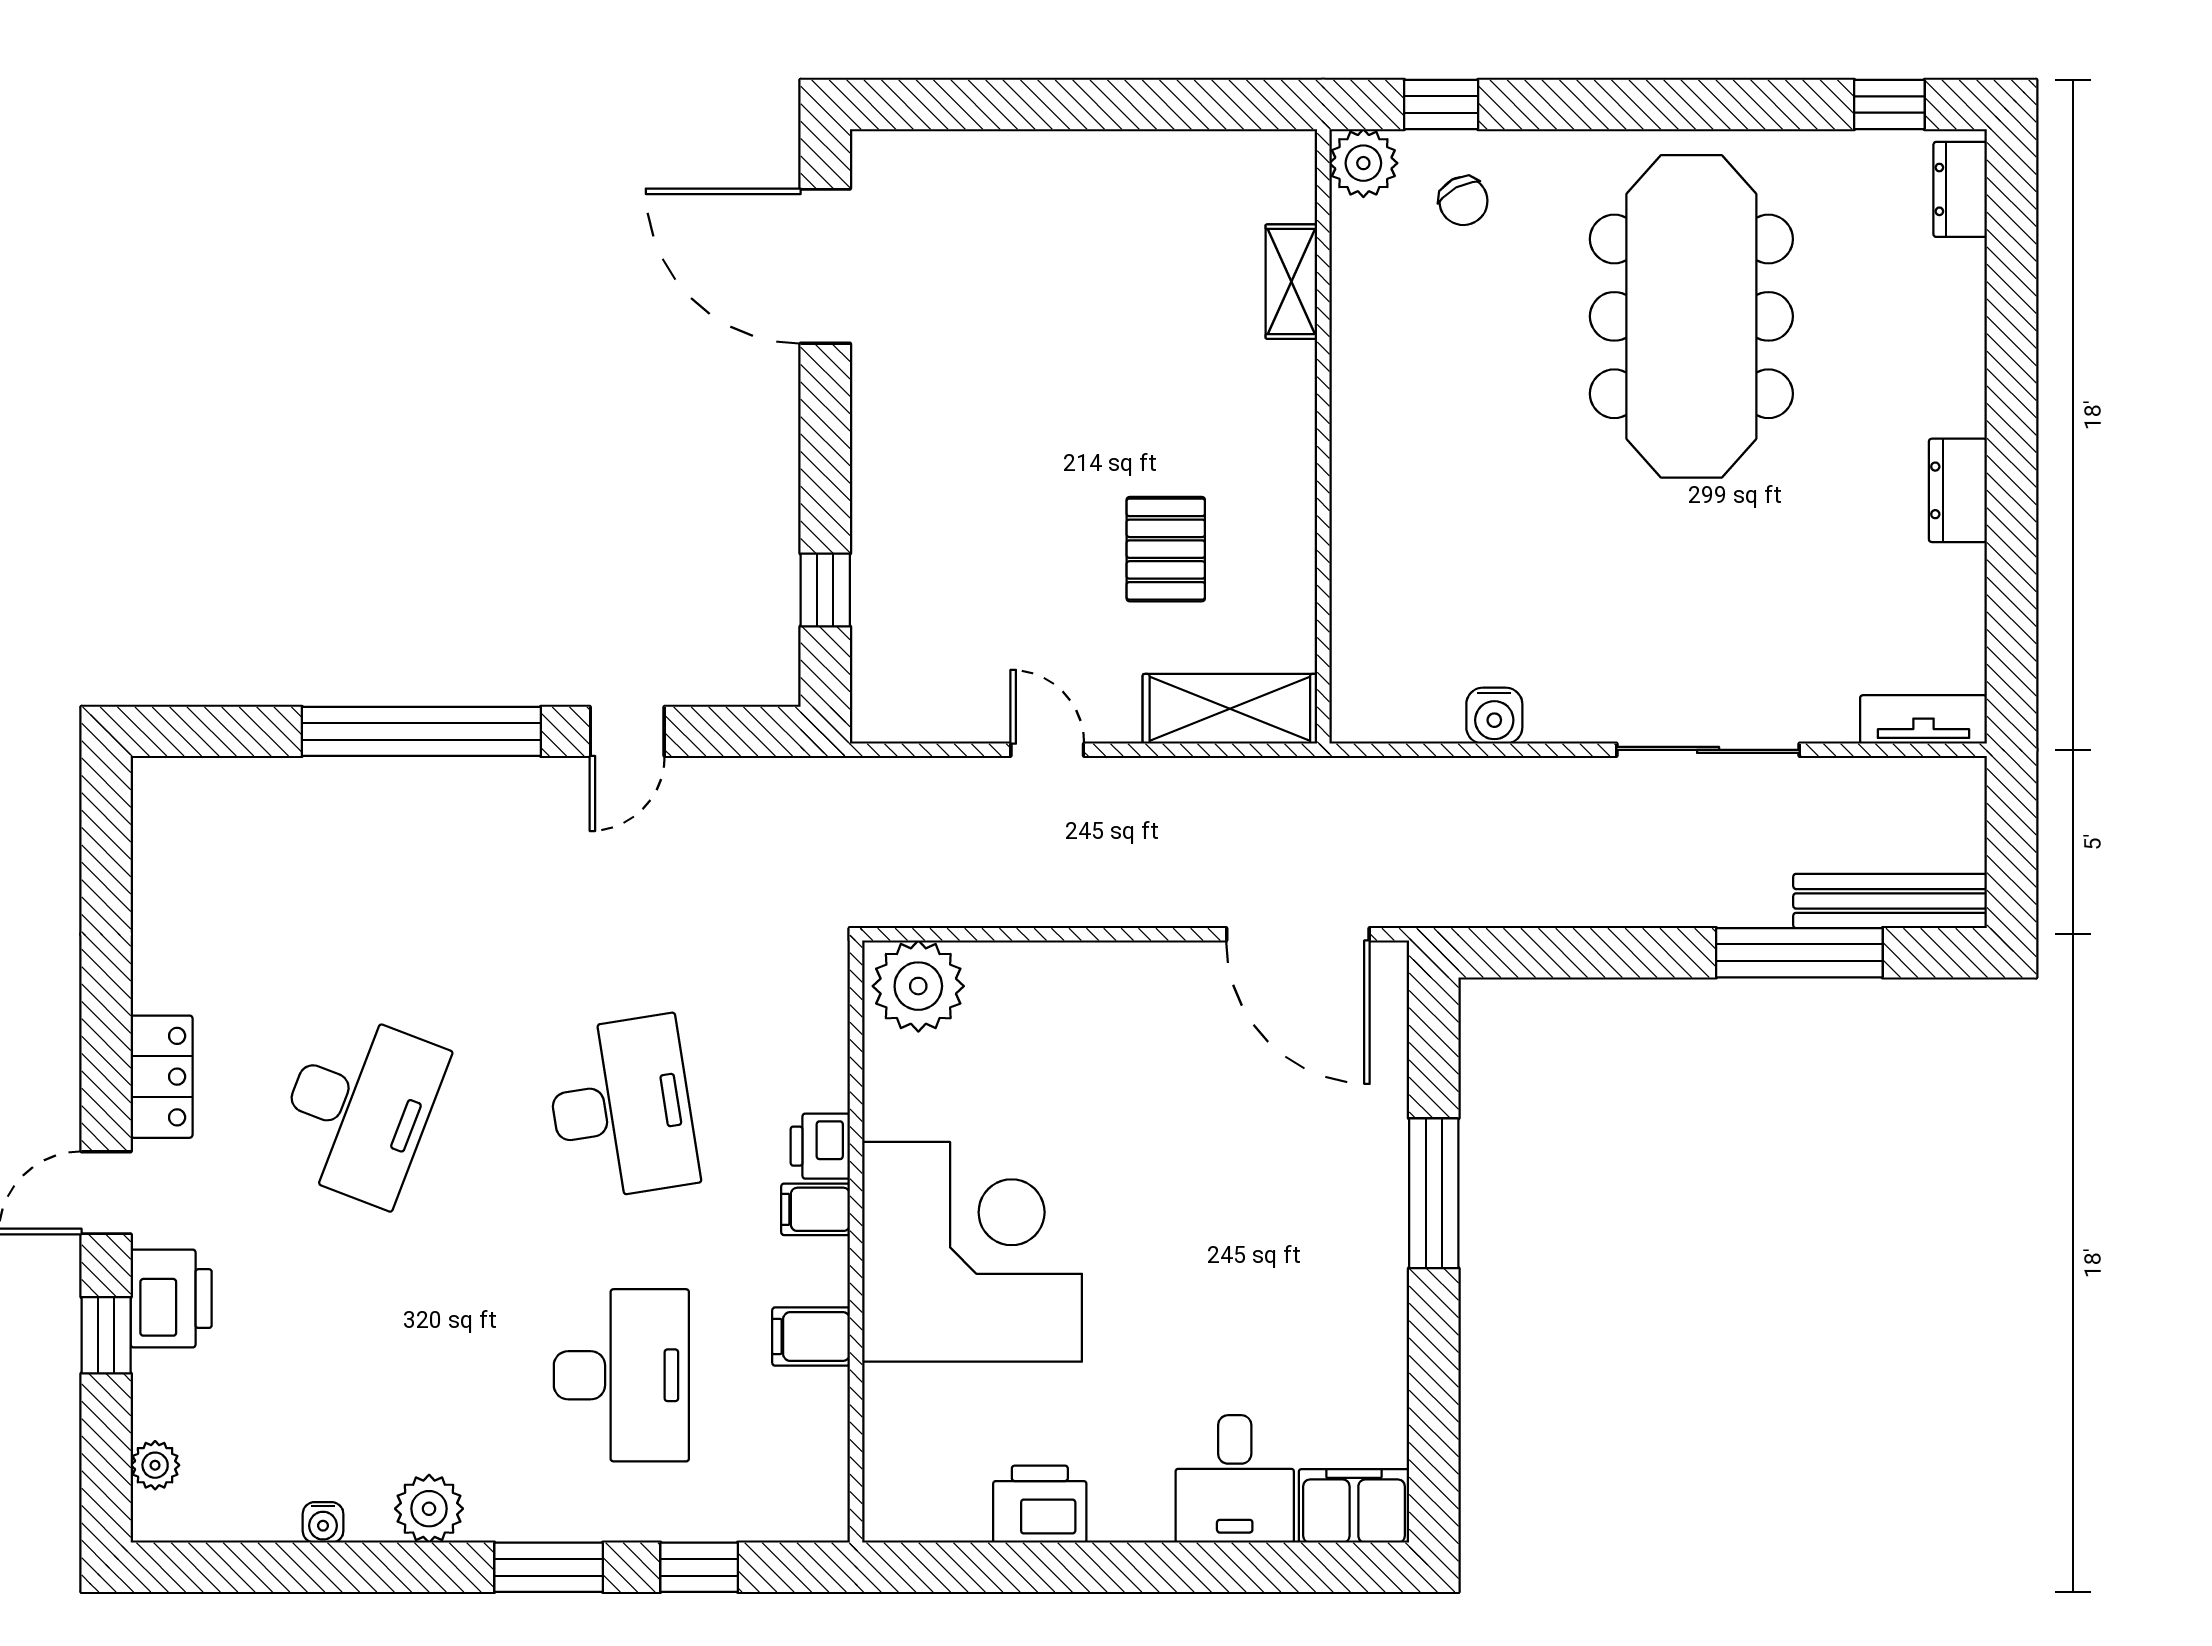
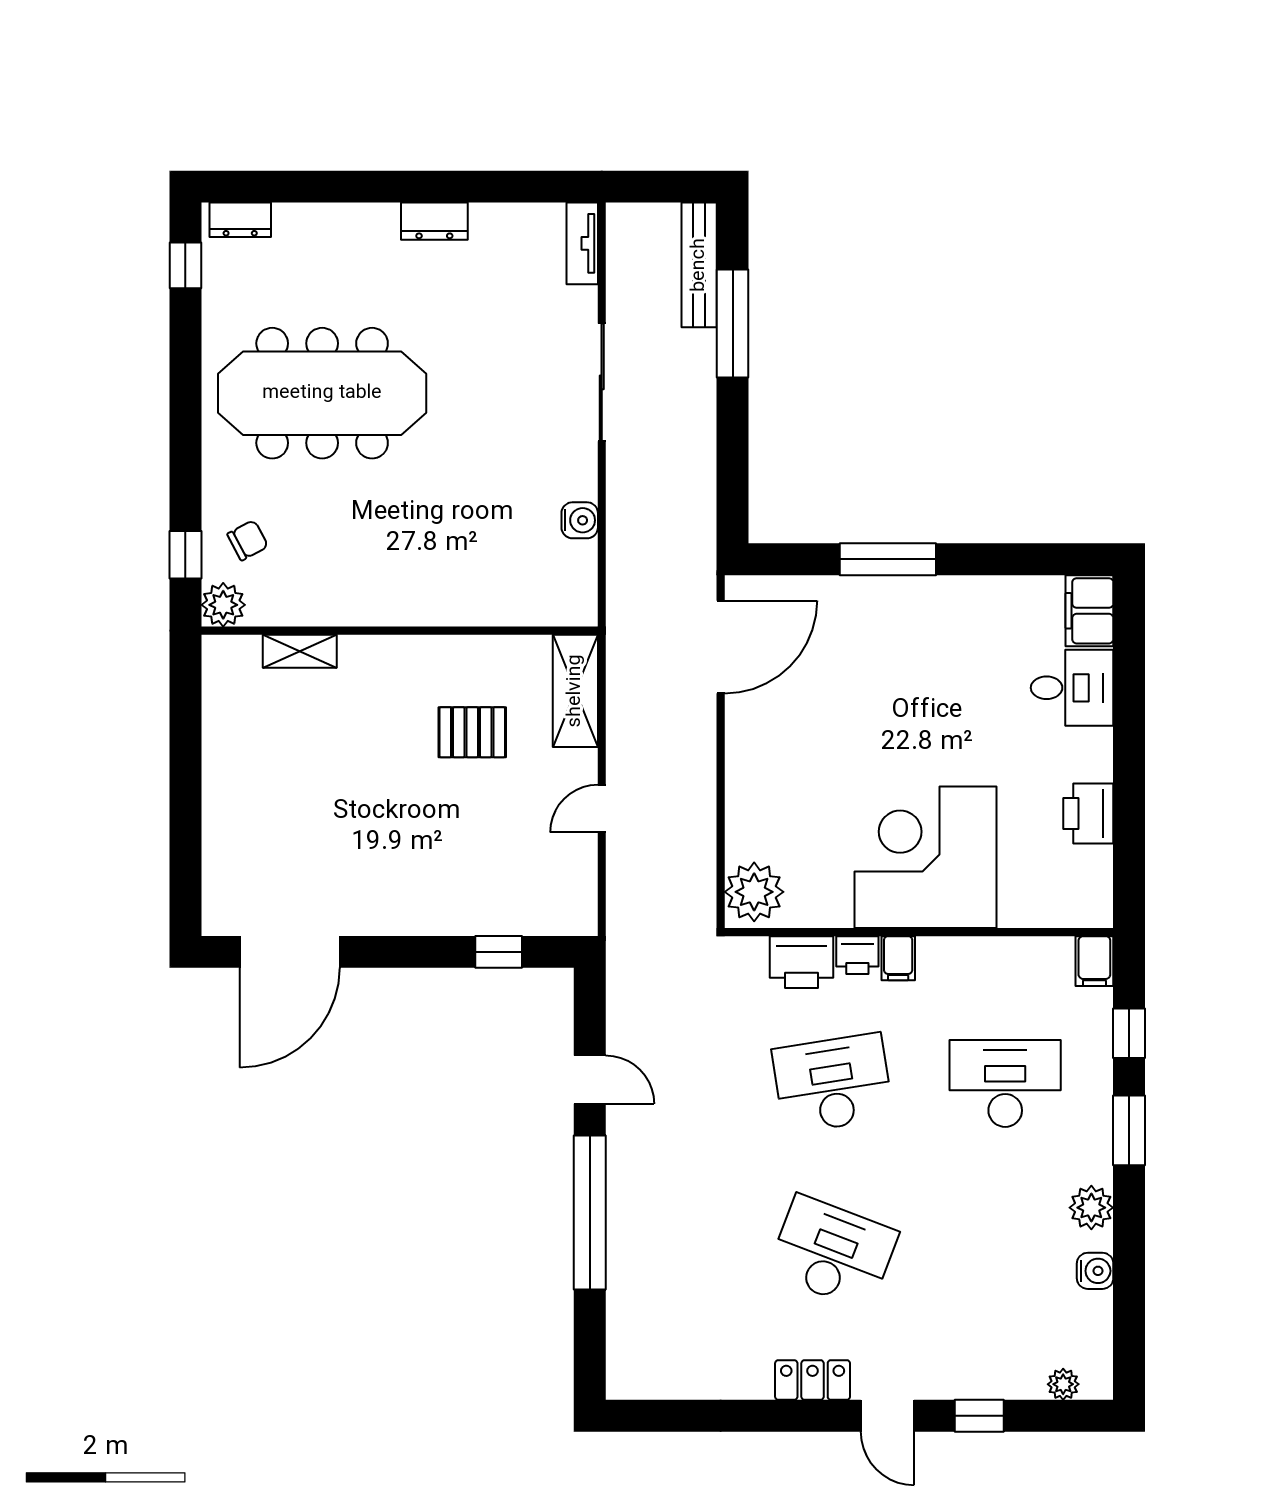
printer: (171, 1299) -> (802, 962), moved, turned 180
filing cabinet: (811, 1337) -> (1094, 961), moved
water cooler: (323, 1522) -> (1095, 1271), width x1.38, depth x1.38

